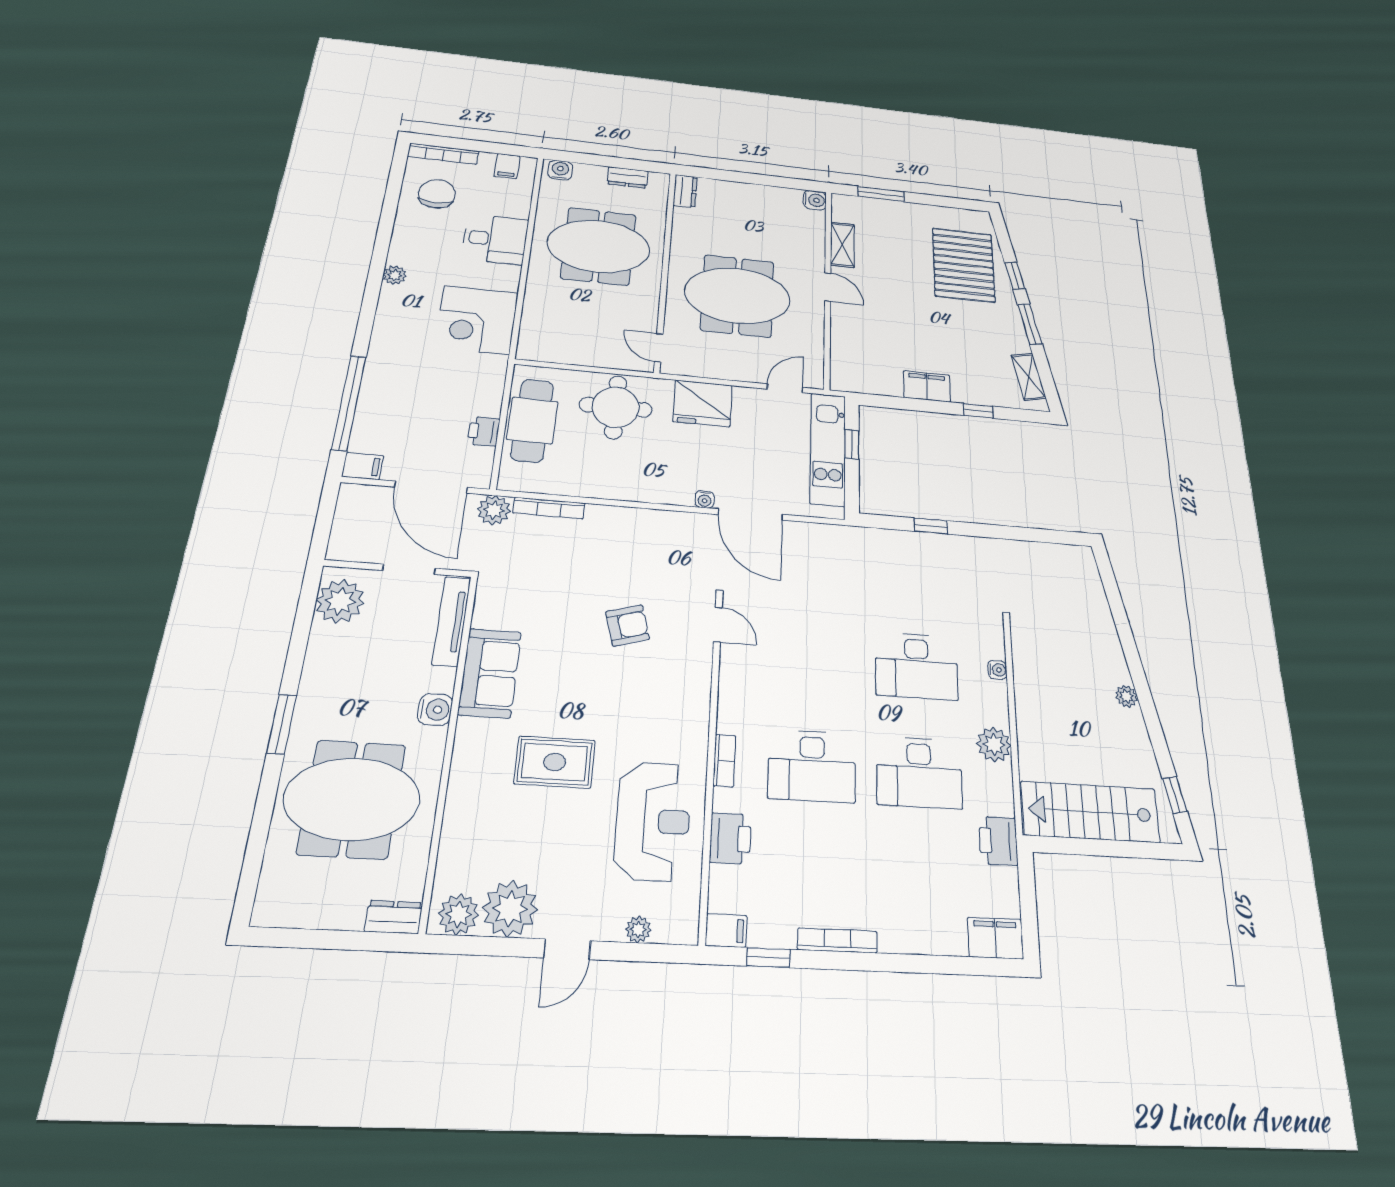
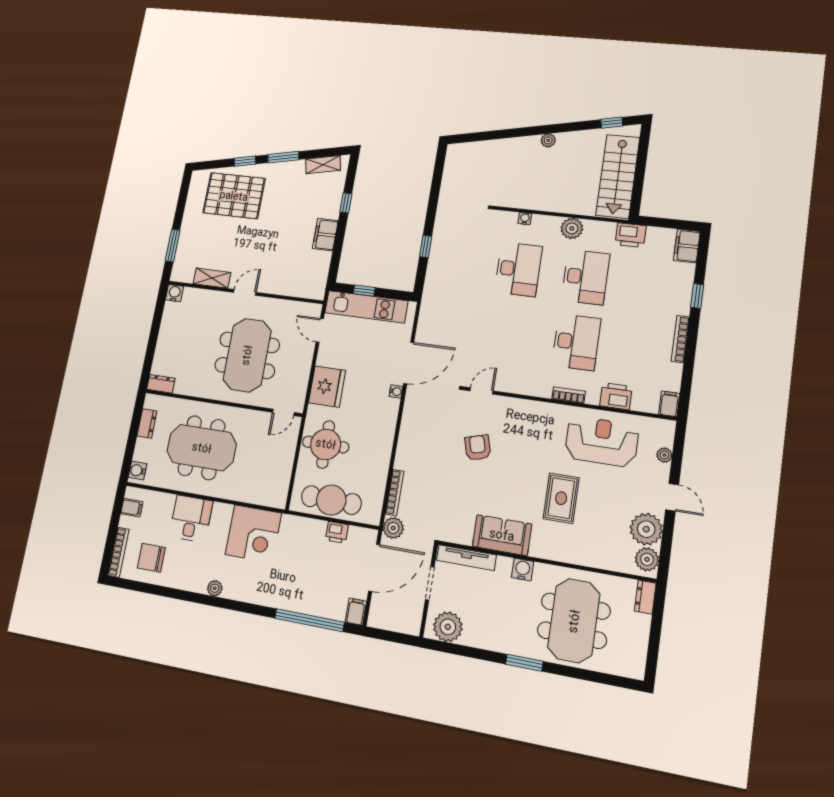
meeting table: (599, 246) -> (202, 448), turned 90
window: (768, 958) -> (697, 296), moved

